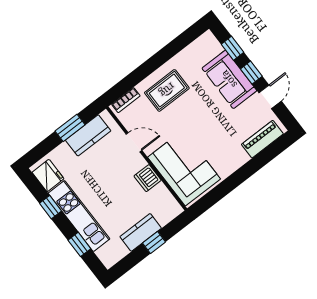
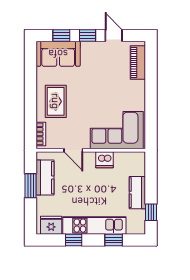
sofa: (229, 79) -> (58, 54), moved
door: (134, 142) -> (73, 150), swing flipped
window: (154, 243) -> (151, 212), moved

